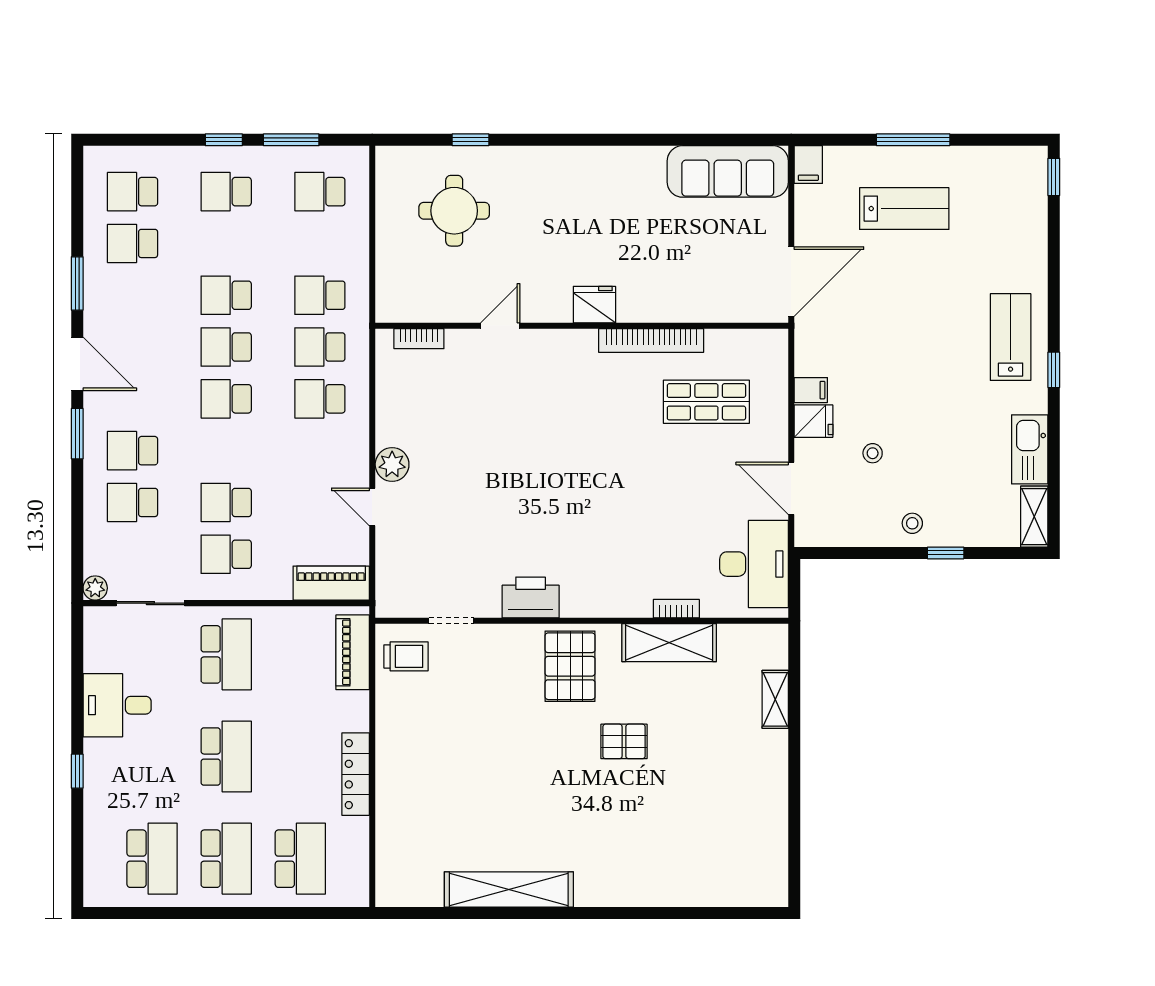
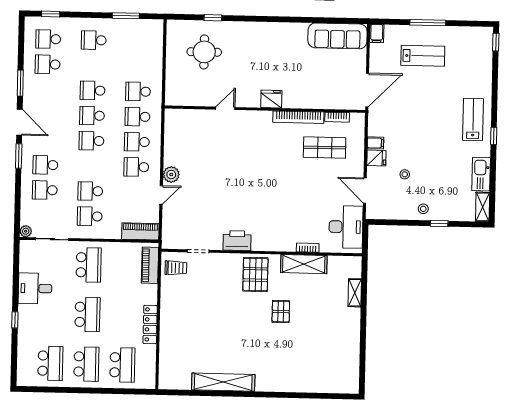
window: (224, 140) -> (51, 14), moved
school desk: (320, 192) -> (136, 167), moved
bookcase: (419, 339) -> (337, 117), moved
door: (372, 507) -> (161, 195), swing flipped
pallet: (624, 741) -> (281, 312), turned 90

